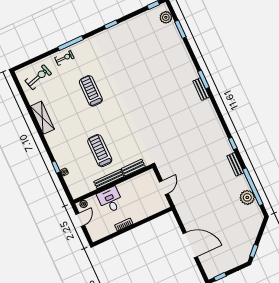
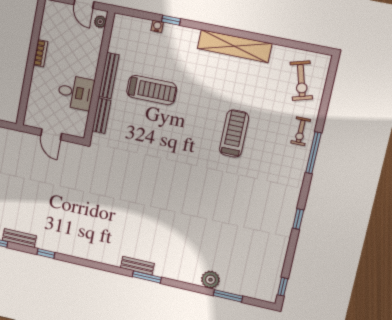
plant: (166, 17) -> (210, 280), moved
treadmill: (91, 91) -> (234, 134), turned -90
shelving: (42, 118) -> (235, 46), width x1.47
desk: (110, 200) -> (76, 93), moved

